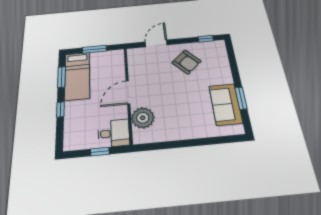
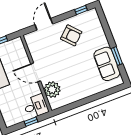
door: (128, 92) -> (36, 72), hinge flipped

